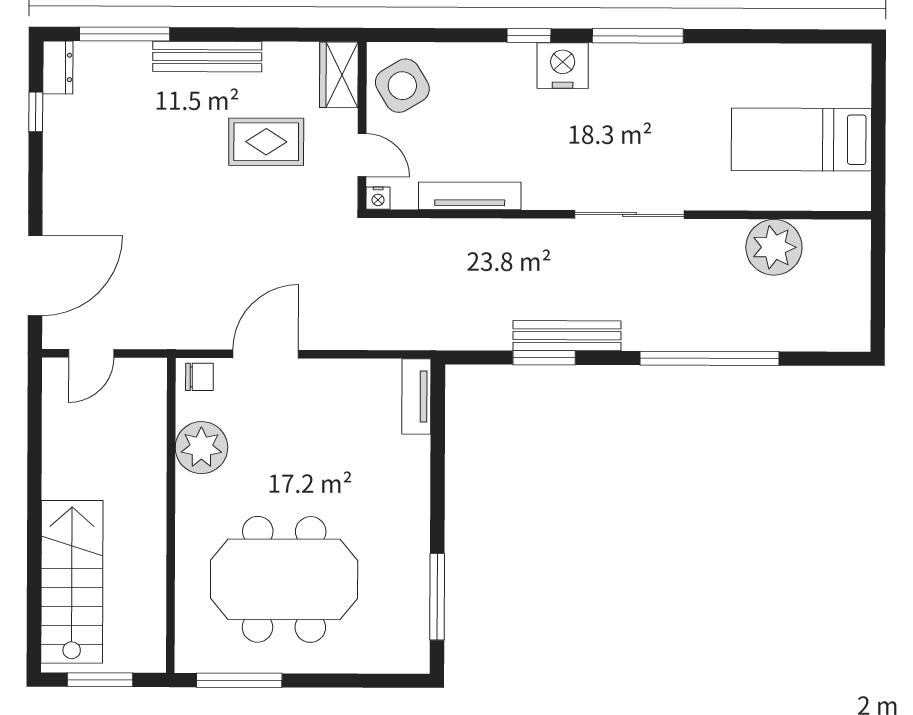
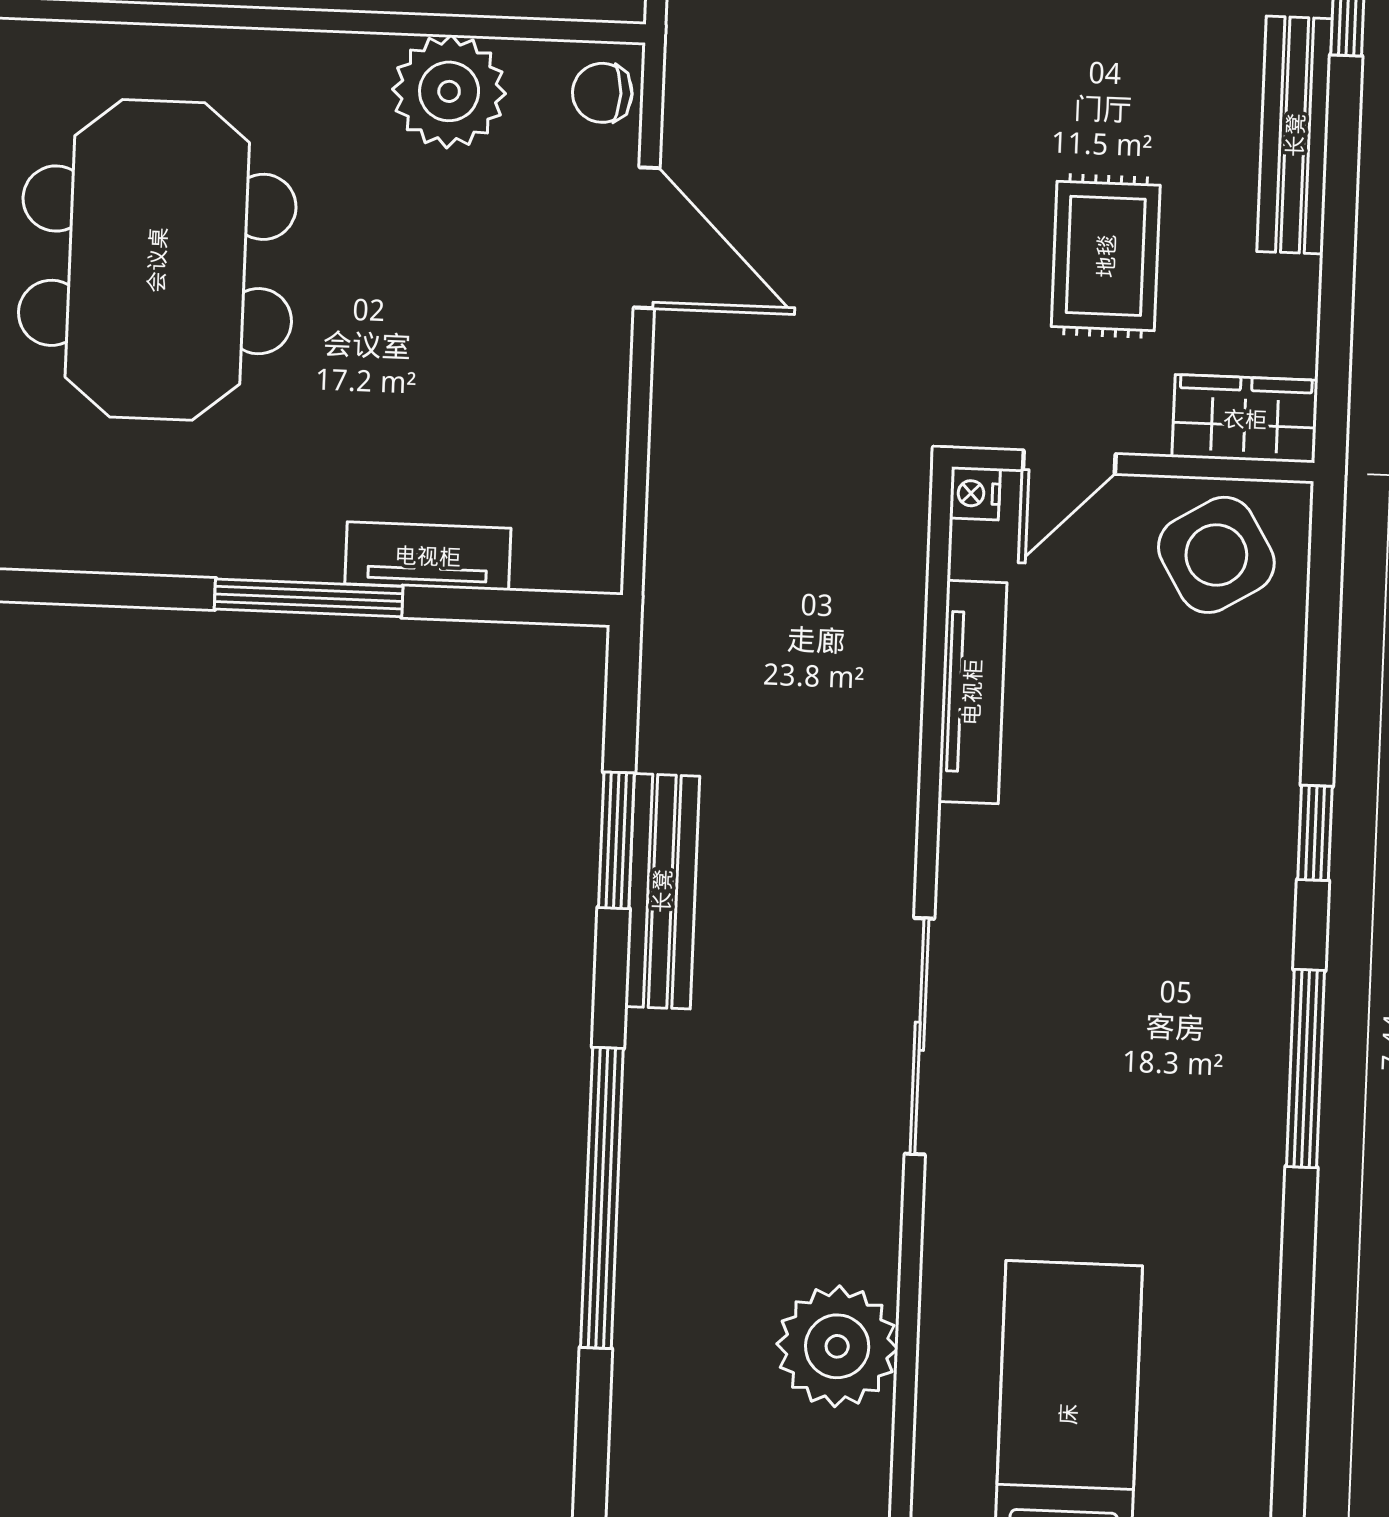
nightstand: (563, 66) -> (1247, 903), removed
chair: (199, 377) -> (602, 93), turned 90
tv unit: (416, 396) -> (428, 556), moved
window: (437, 597) -> (309, 598), moved

